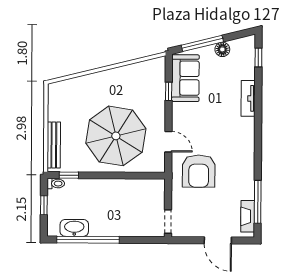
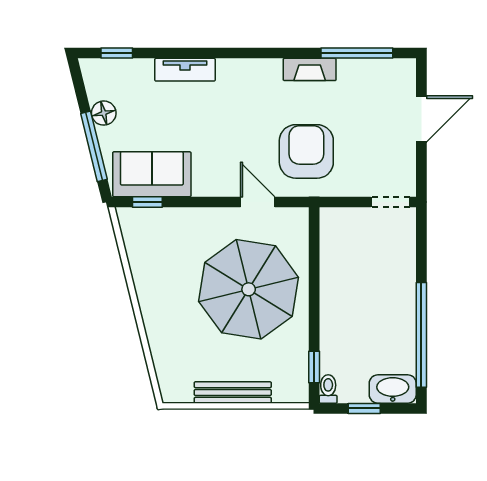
window: (169, 91) -> (147, 202), moved
door: (168, 142) -> (258, 202), hinge flipped
bench: (54, 145) -> (233, 392), moved
armchair: (199, 171) -> (306, 151), turned -90
fireplace: (248, 216) -> (310, 69), moved
washbasin: (74, 228) -> (393, 389), moved, turned 90

